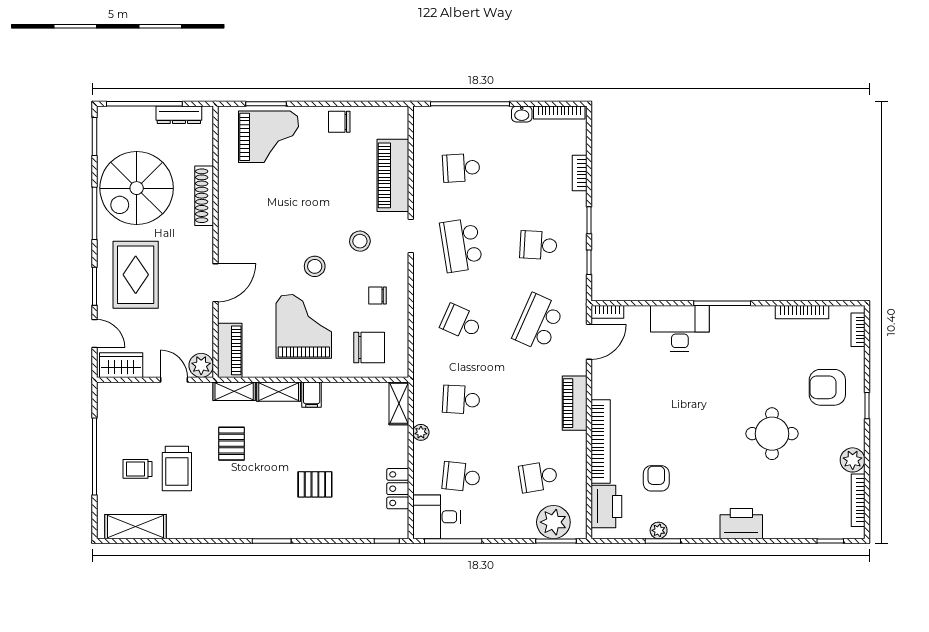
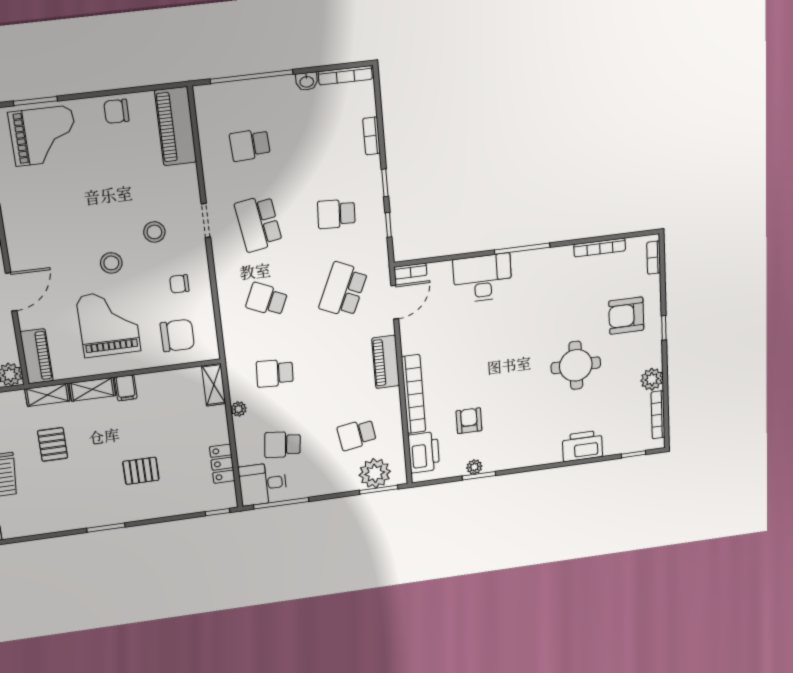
piano: (393, 175) -> (176, 126), moved
printer: (741, 524) -> (582, 446), moved

